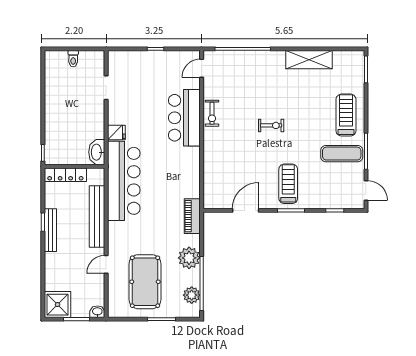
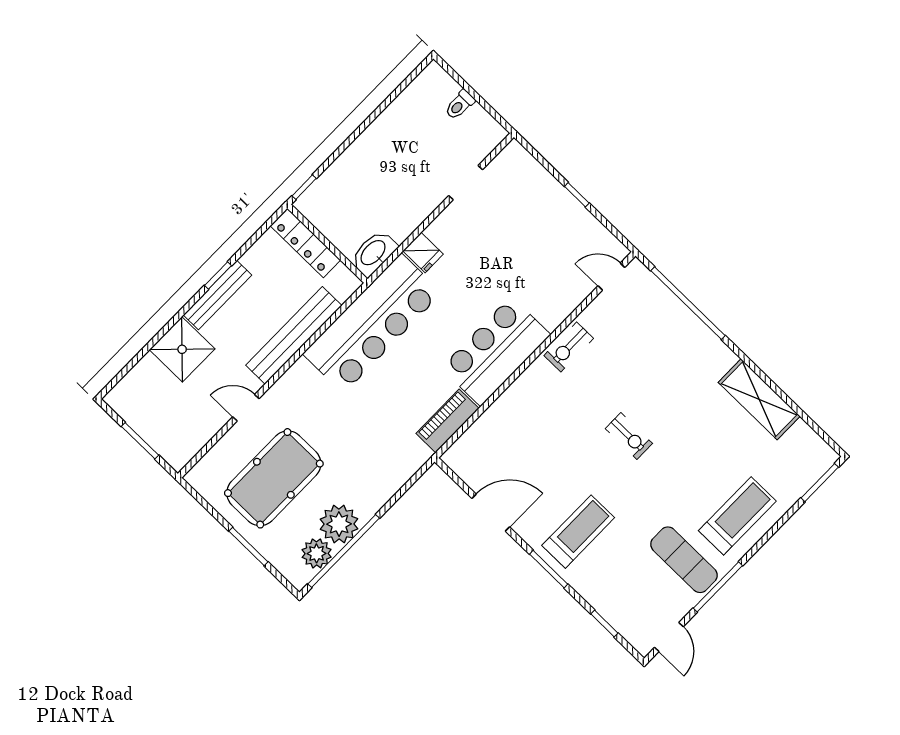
bar counter: (184, 118) -> (496, 351), moved
piano: (192, 216) -> (447, 421), moved
plant: (189, 258) -> (339, 524), moved
shower: (58, 305) -> (182, 349), moved
washbasin: (97, 312) -> (176, 457), removed

